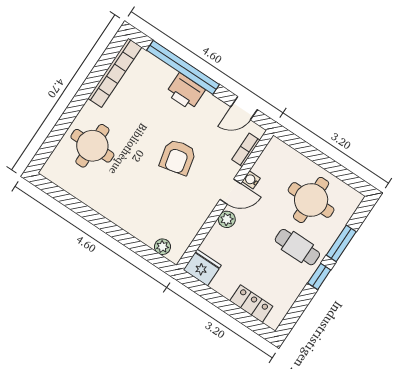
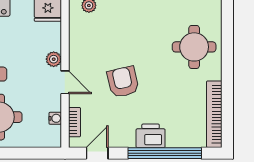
water cooler: (251, 180) -> (55, 118), moved
door: (230, 192) -> (65, 82), swing flipped

